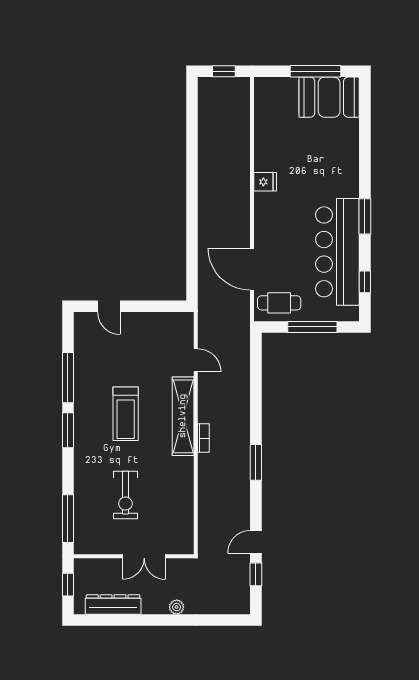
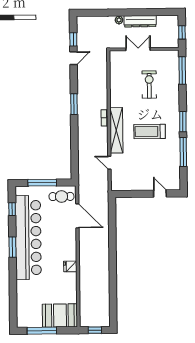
booth: (329, 97) -> (60, 316), moved
bar counter: (337, 252) -> (28, 238), width x1.36
treadmill: (126, 414) -> (150, 131), turned -90
dresser: (113, 605) -> (140, 21), moved

